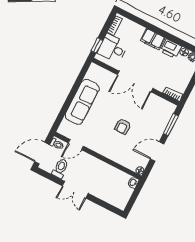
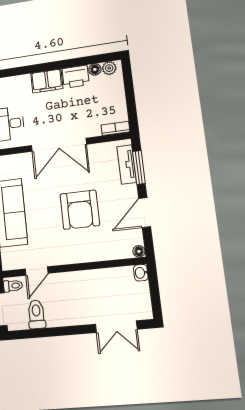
tv unit: (165, 118) -> (127, 164), added
armchair: (123, 126) -> (80, 210), width x1.88, depth x1.88
double door: (75, 190) -> (116, 327), moved

